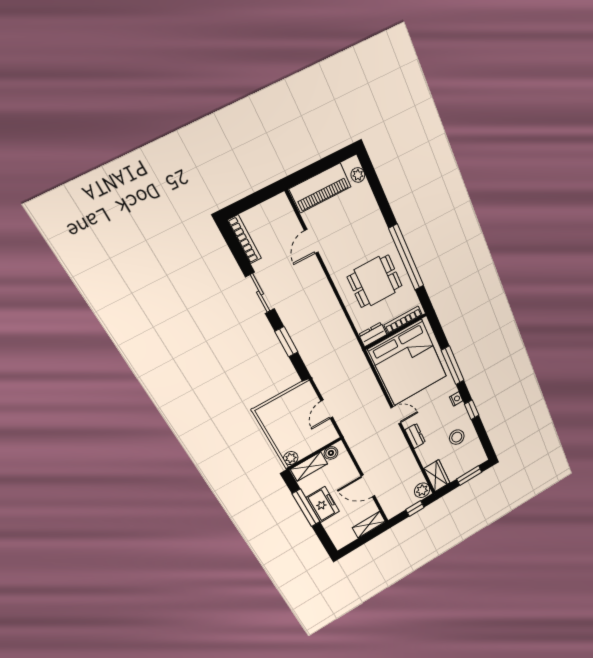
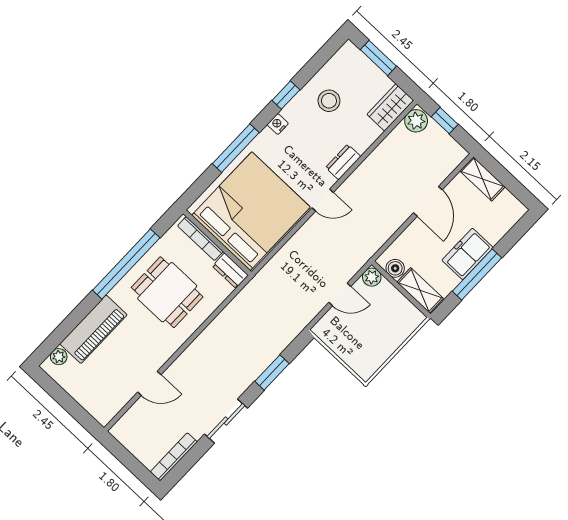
piano: (320, 188) -> (93, 329), moved, turned 90
door: (396, 415) -> (323, 200), swing flipped
plant: (291, 458) -> (372, 277), moved

